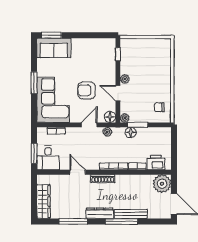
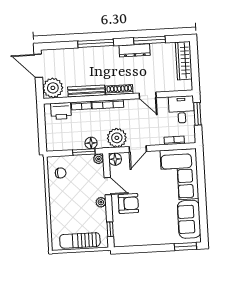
sun lounger: (145, 46) -> (80, 240), added
sofa: (54, 48) -> (189, 219), moved, turned -90
window: (34, 83) -> (202, 192), removed
armchair: (86, 90) -> (128, 203), moved
plant: (107, 132) -> (117, 138), width x1.88, depth x1.88
dresser: (100, 213) -> (135, 50), moved
bench: (131, 214) -> (86, 91), moved

